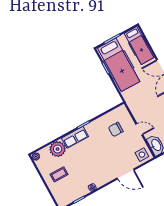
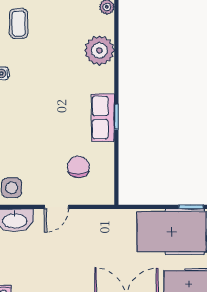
row of seats: (75, 137) -> (103, 118), moved
coffee table: (59, 174) -> (19, 24), moved

